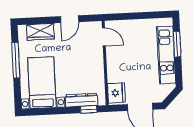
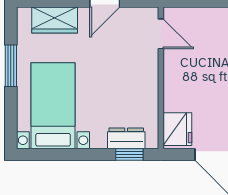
window: (16, 60) -> (11, 66), width x0.69
dresser: (81, 100) -> (126, 138), width x0.70

